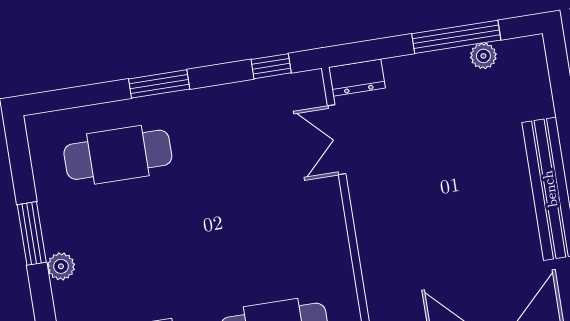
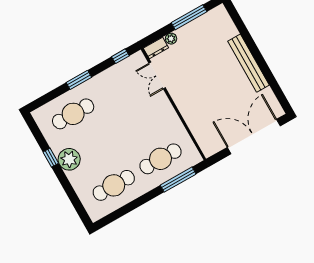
plant: (483, 56) -> (171, 39), moved
window: (32, 233) -> (51, 158), width x0.67
plant: (61, 266) -> (69, 159), width x1.87, depth x1.87

